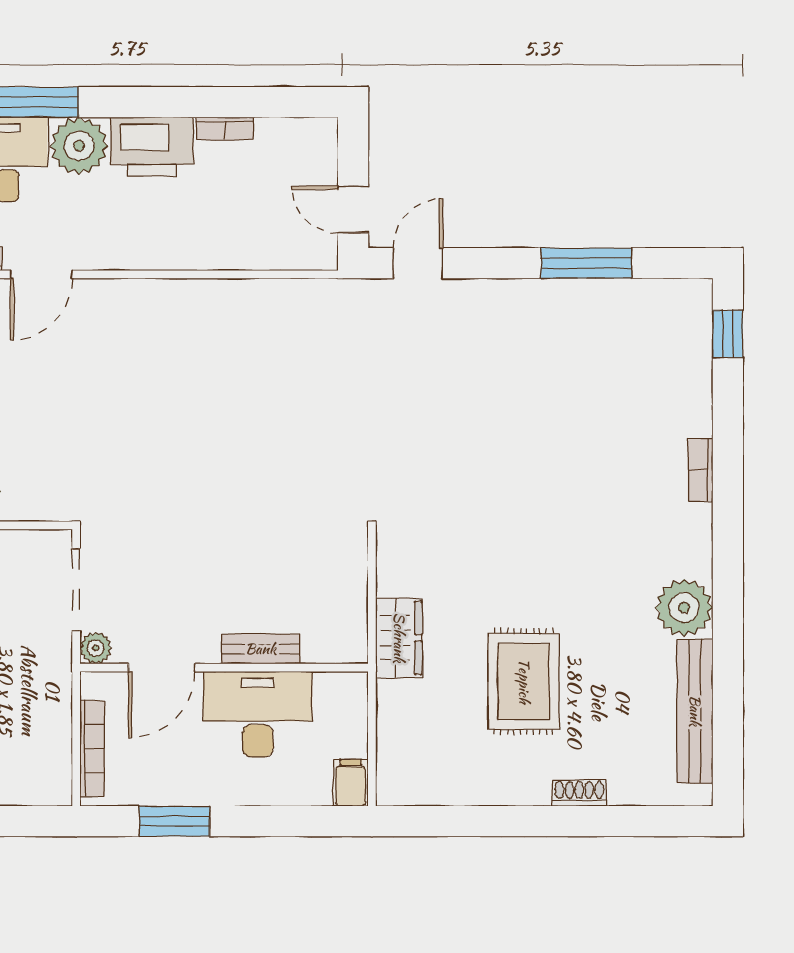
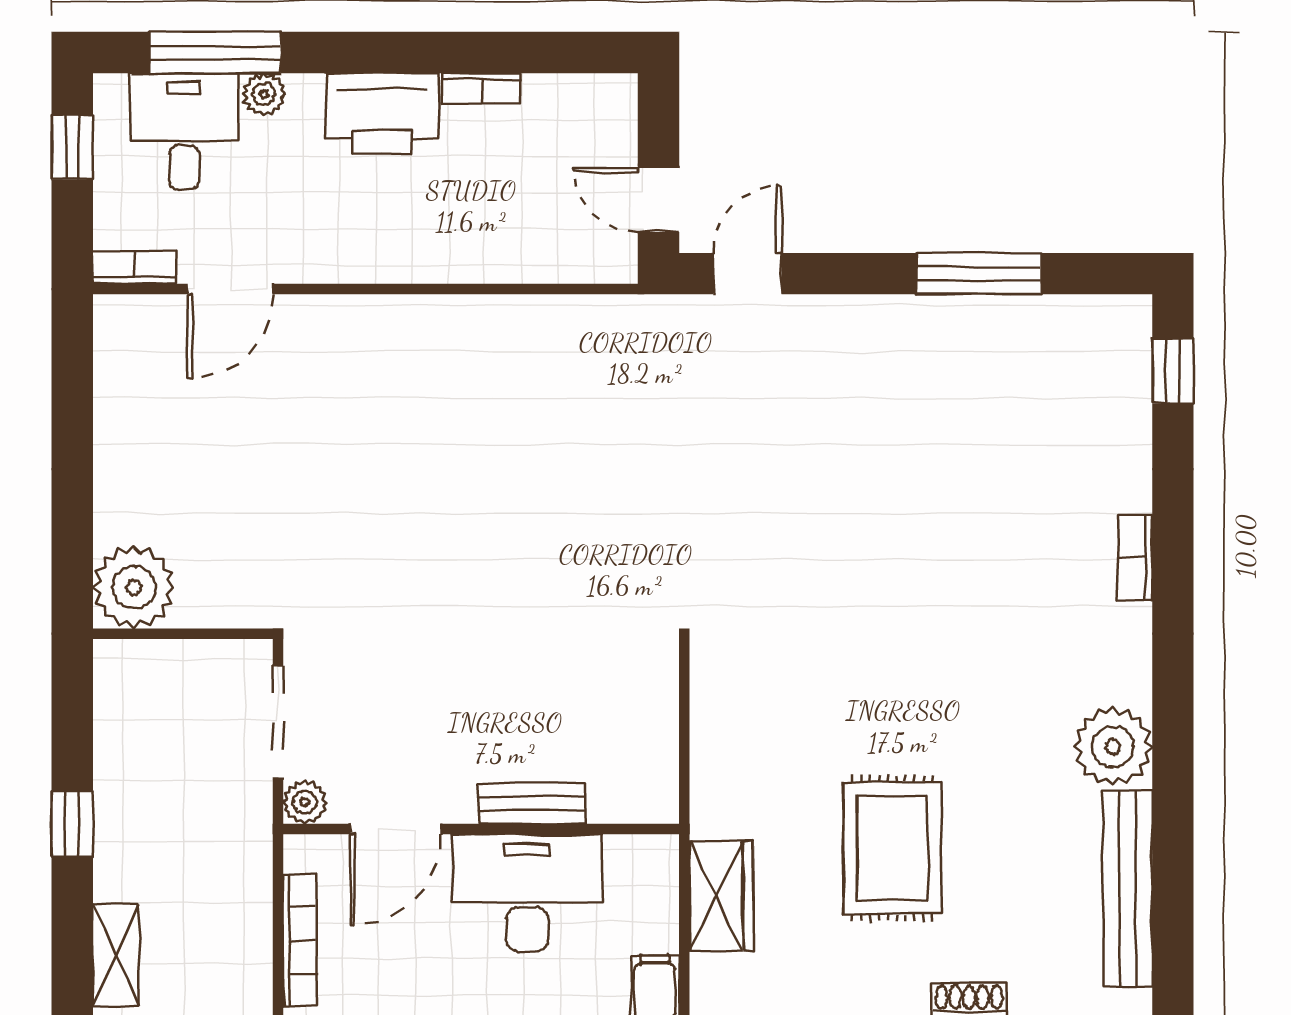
plant: (79, 146) -> (264, 94), width x0.53, depth x0.53
wardrobe: (399, 638) -> (721, 896), moved

